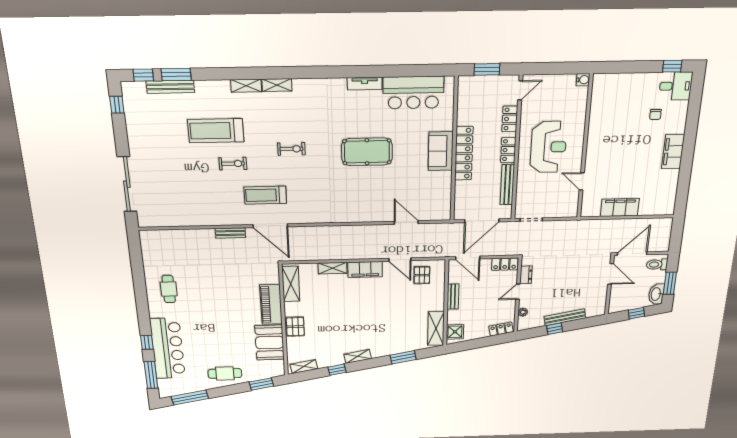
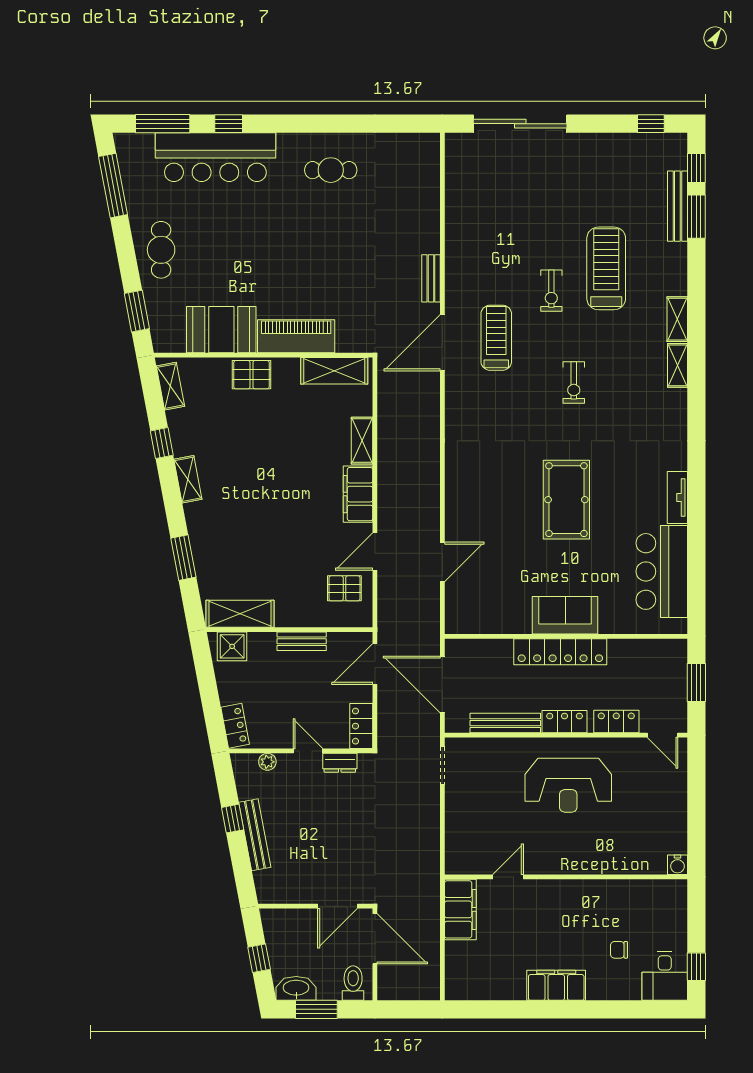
water cooler: (583, 80) -> (677, 865), moved
wall: (585, 148) -> (566, 877), moved
door: (582, 181) -> (508, 877), moved

